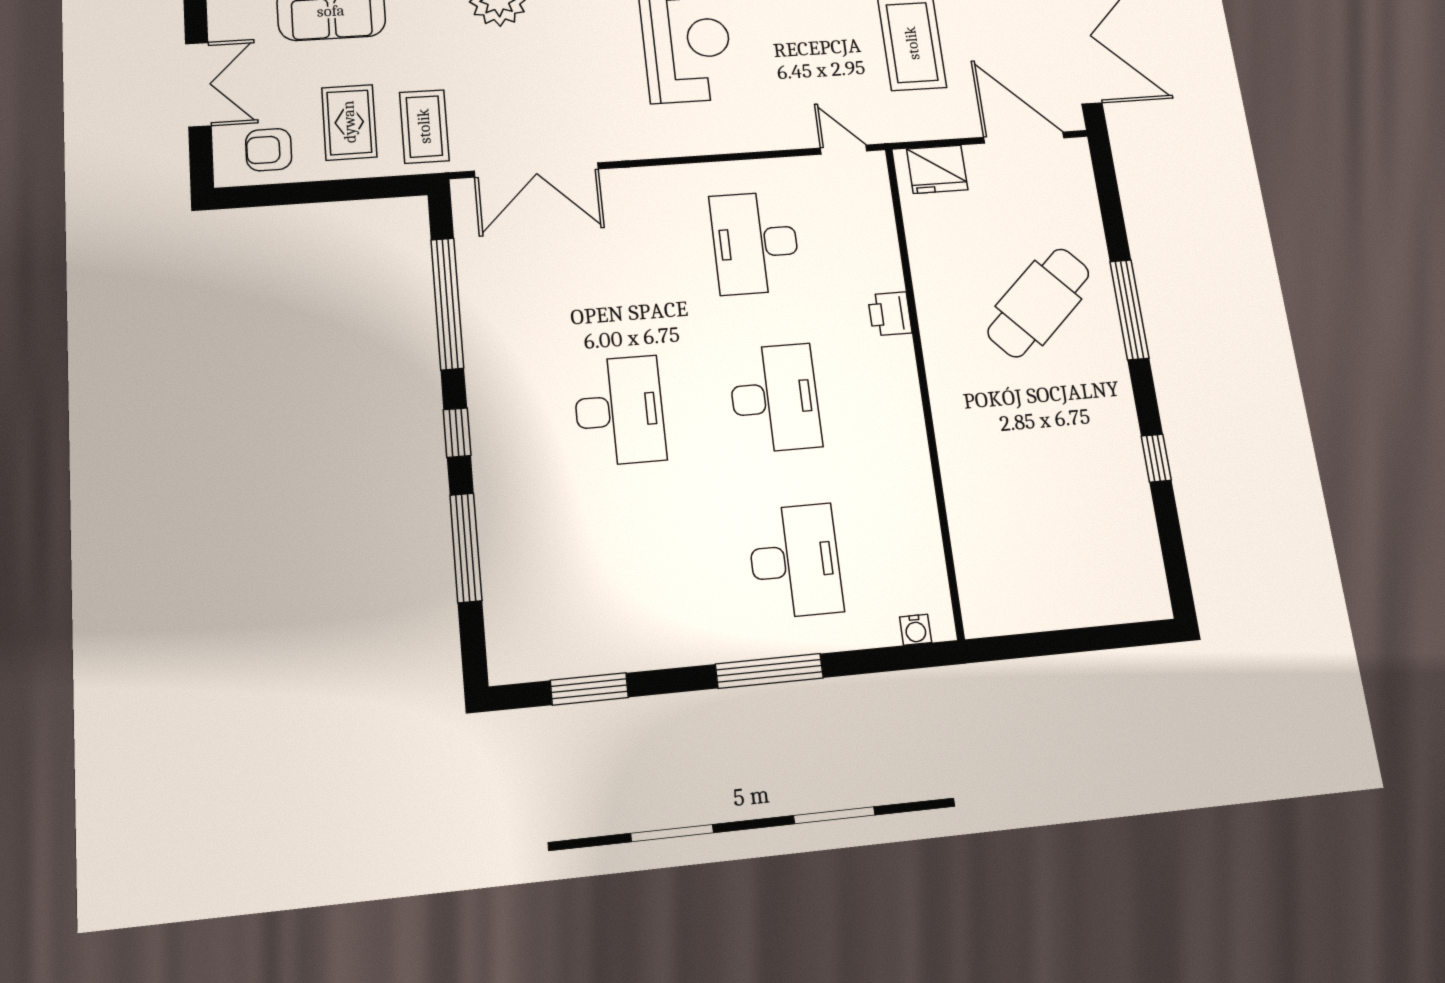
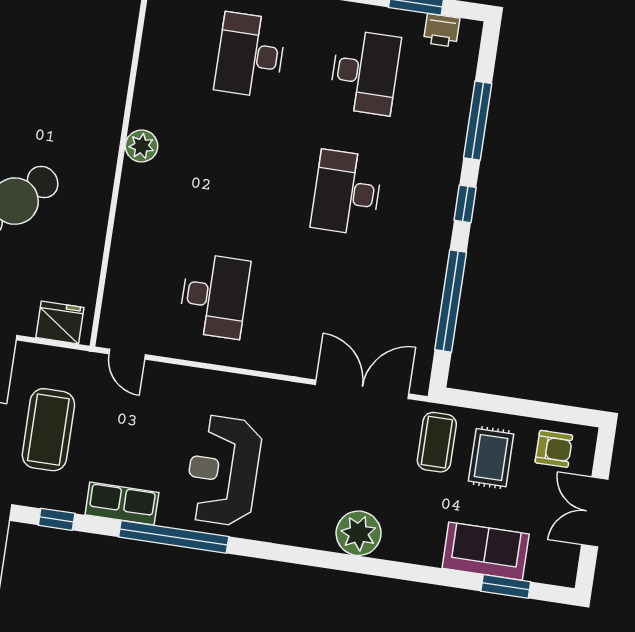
printer: (890, 314) -> (442, 30), moved, turned 90
desk: (775, 398) -> (365, 72), moved, turned 180
plant: (902, 408) -> (142, 146), added

